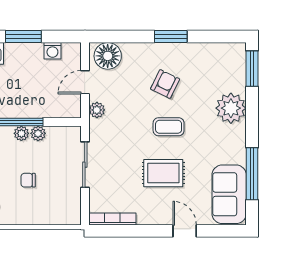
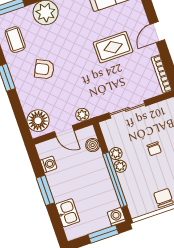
boiler: (57, 110) -> (93, 145), added
coffee table: (169, 127) -> (15, 40), moved
rug: (163, 173) -> (113, 47), turned 90
door: (185, 231) -> (157, 32), moved

